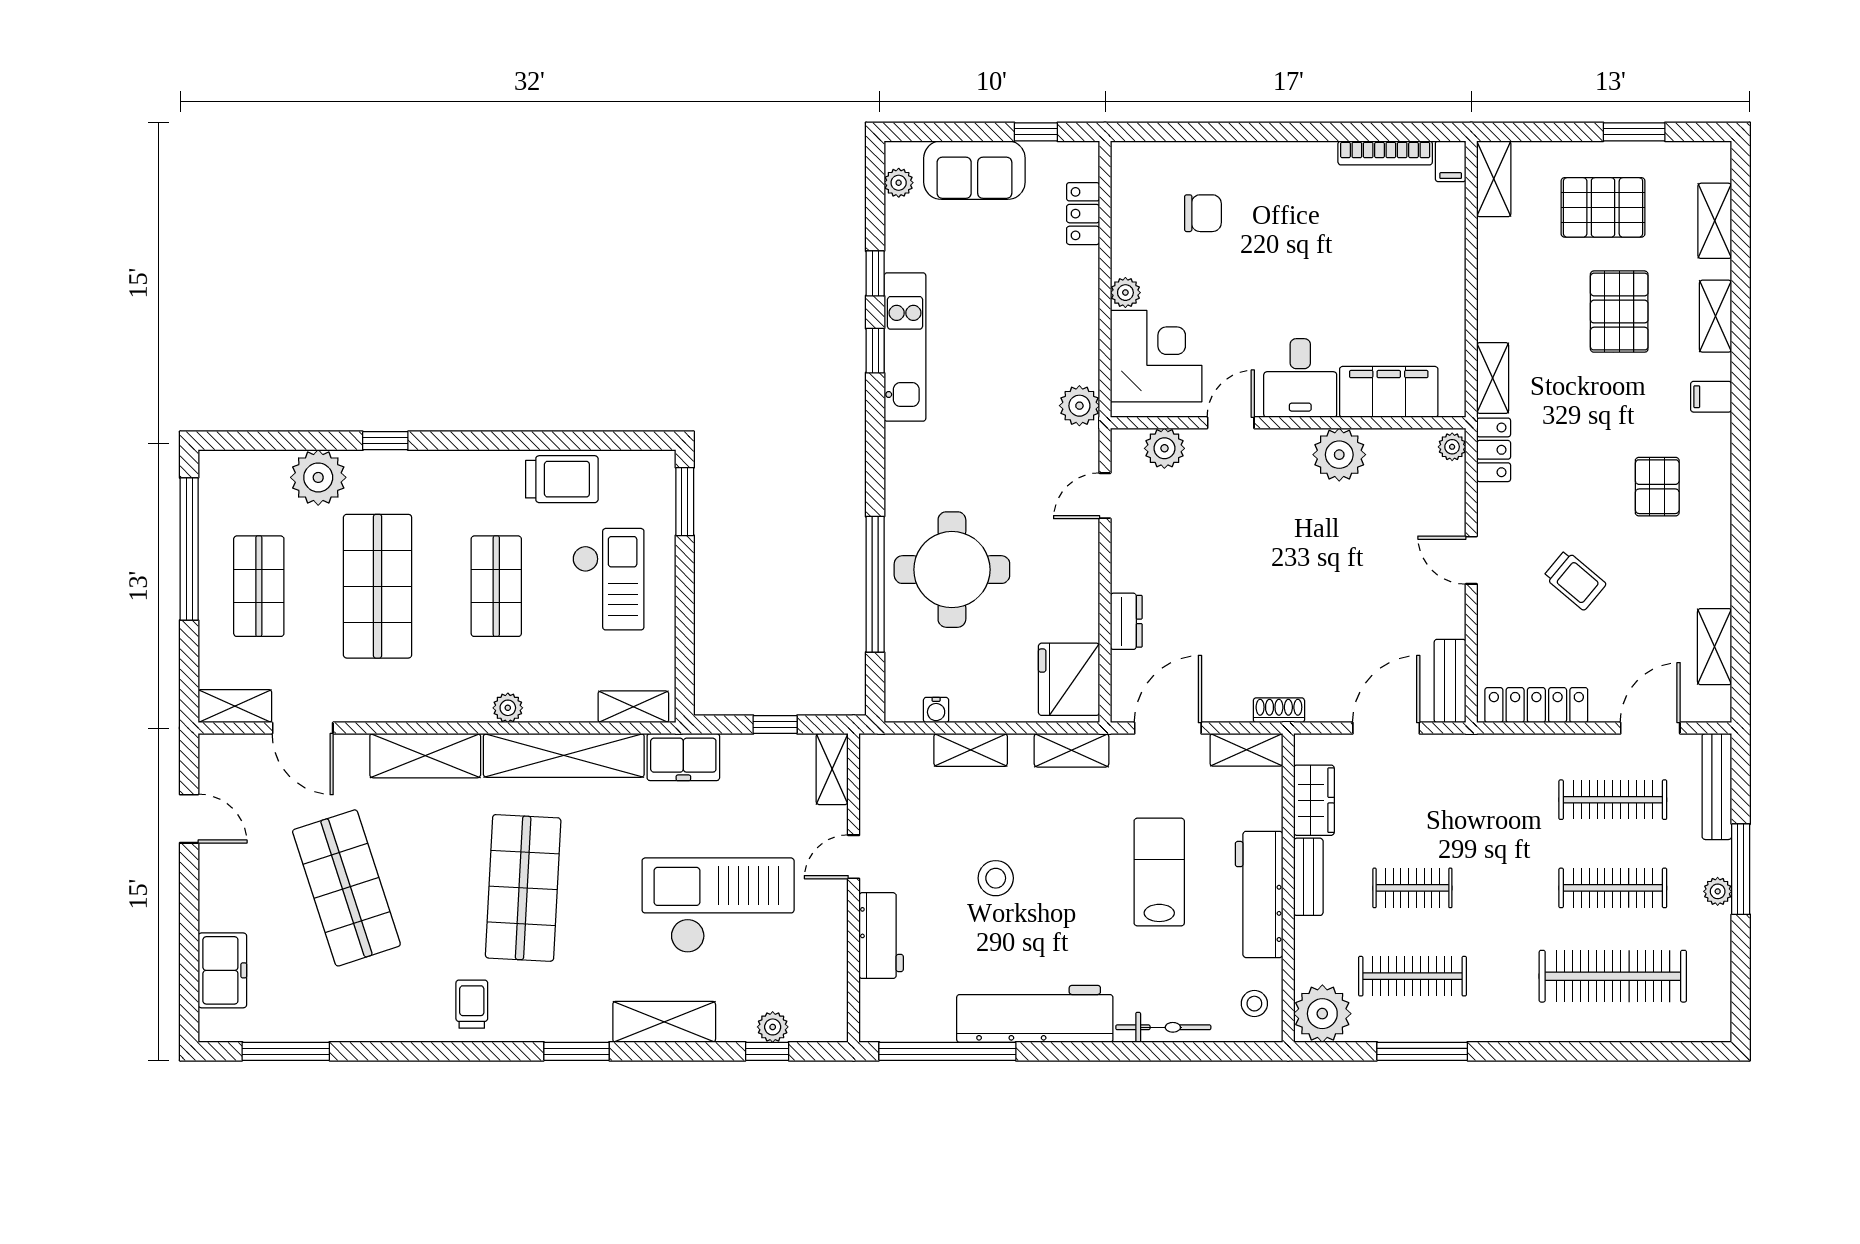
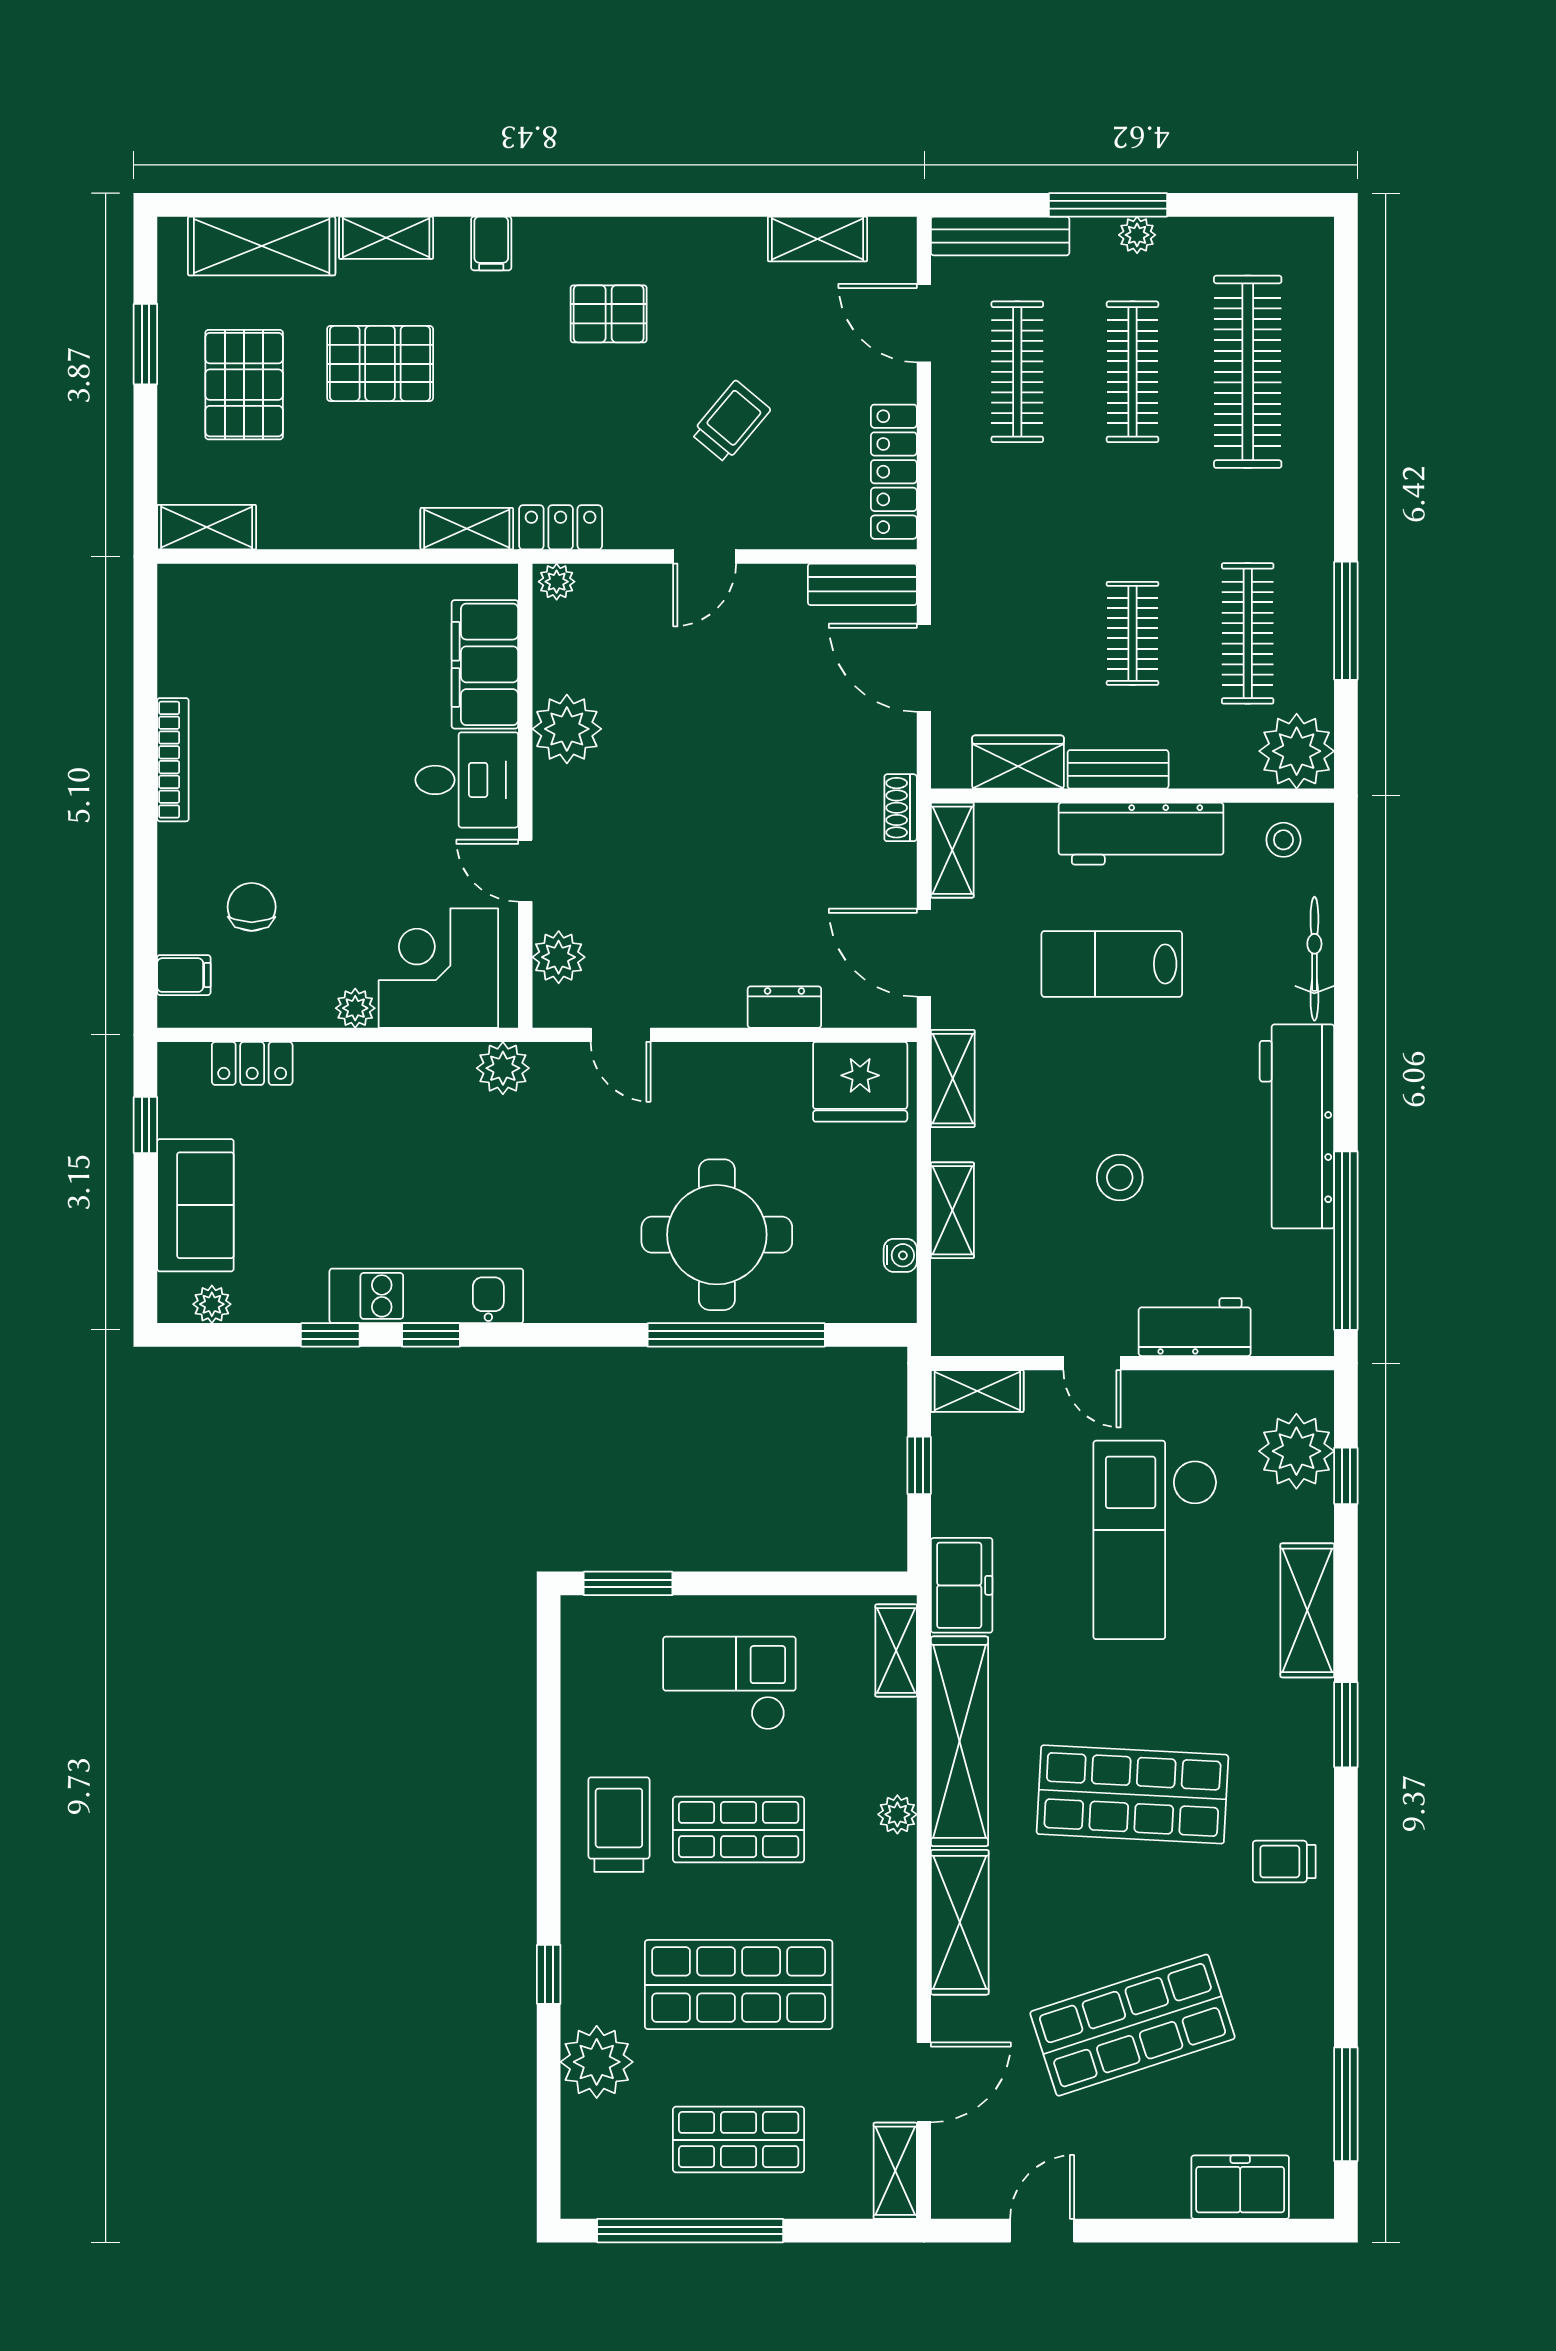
bookcase: (1385, 153) -> (173, 760), moved
filing cabinet: (1451, 161) -> (184, 975), moved
shelving: (1715, 221) -> (262, 246), width x1.50, depth x1.33
trolley: (562, 479) -> (619, 1825), moved
plant: (773, 1027) -> (1296, 1451), width x1.88, depth x1.88

